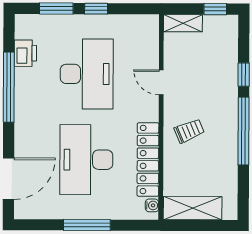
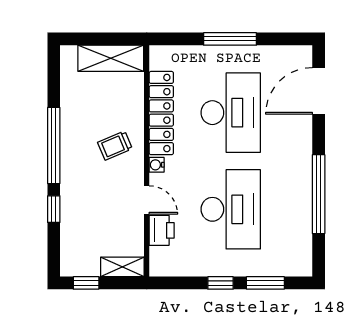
printer: (25, 53) -> (162, 230), moved, turned 180
desk: (87, 74) -> (231, 209), turned 180
water cooler: (152, 205) -> (157, 165), moved

